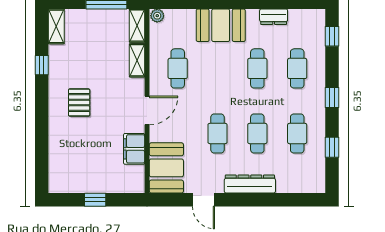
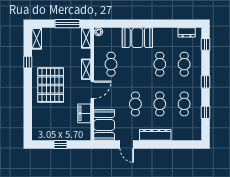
dresser: (274, 17) -> (187, 32), moved
shelving: (137, 60) -> (86, 69), moved
pallet: (79, 103) -> (51, 85), width x2.05, depth x2.00

